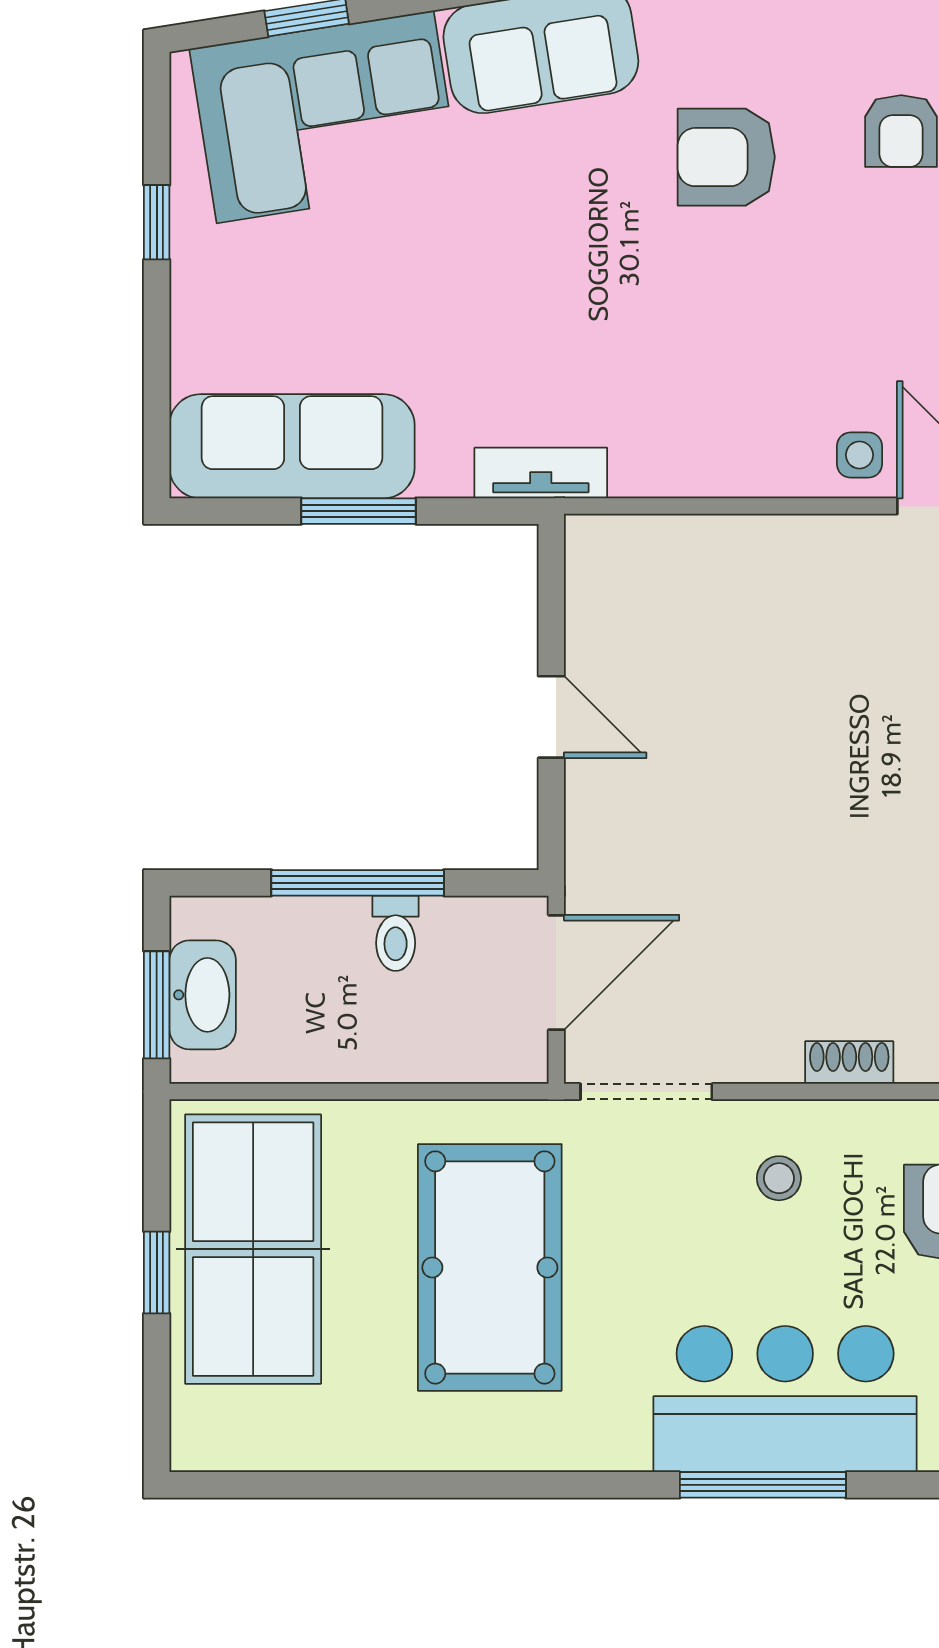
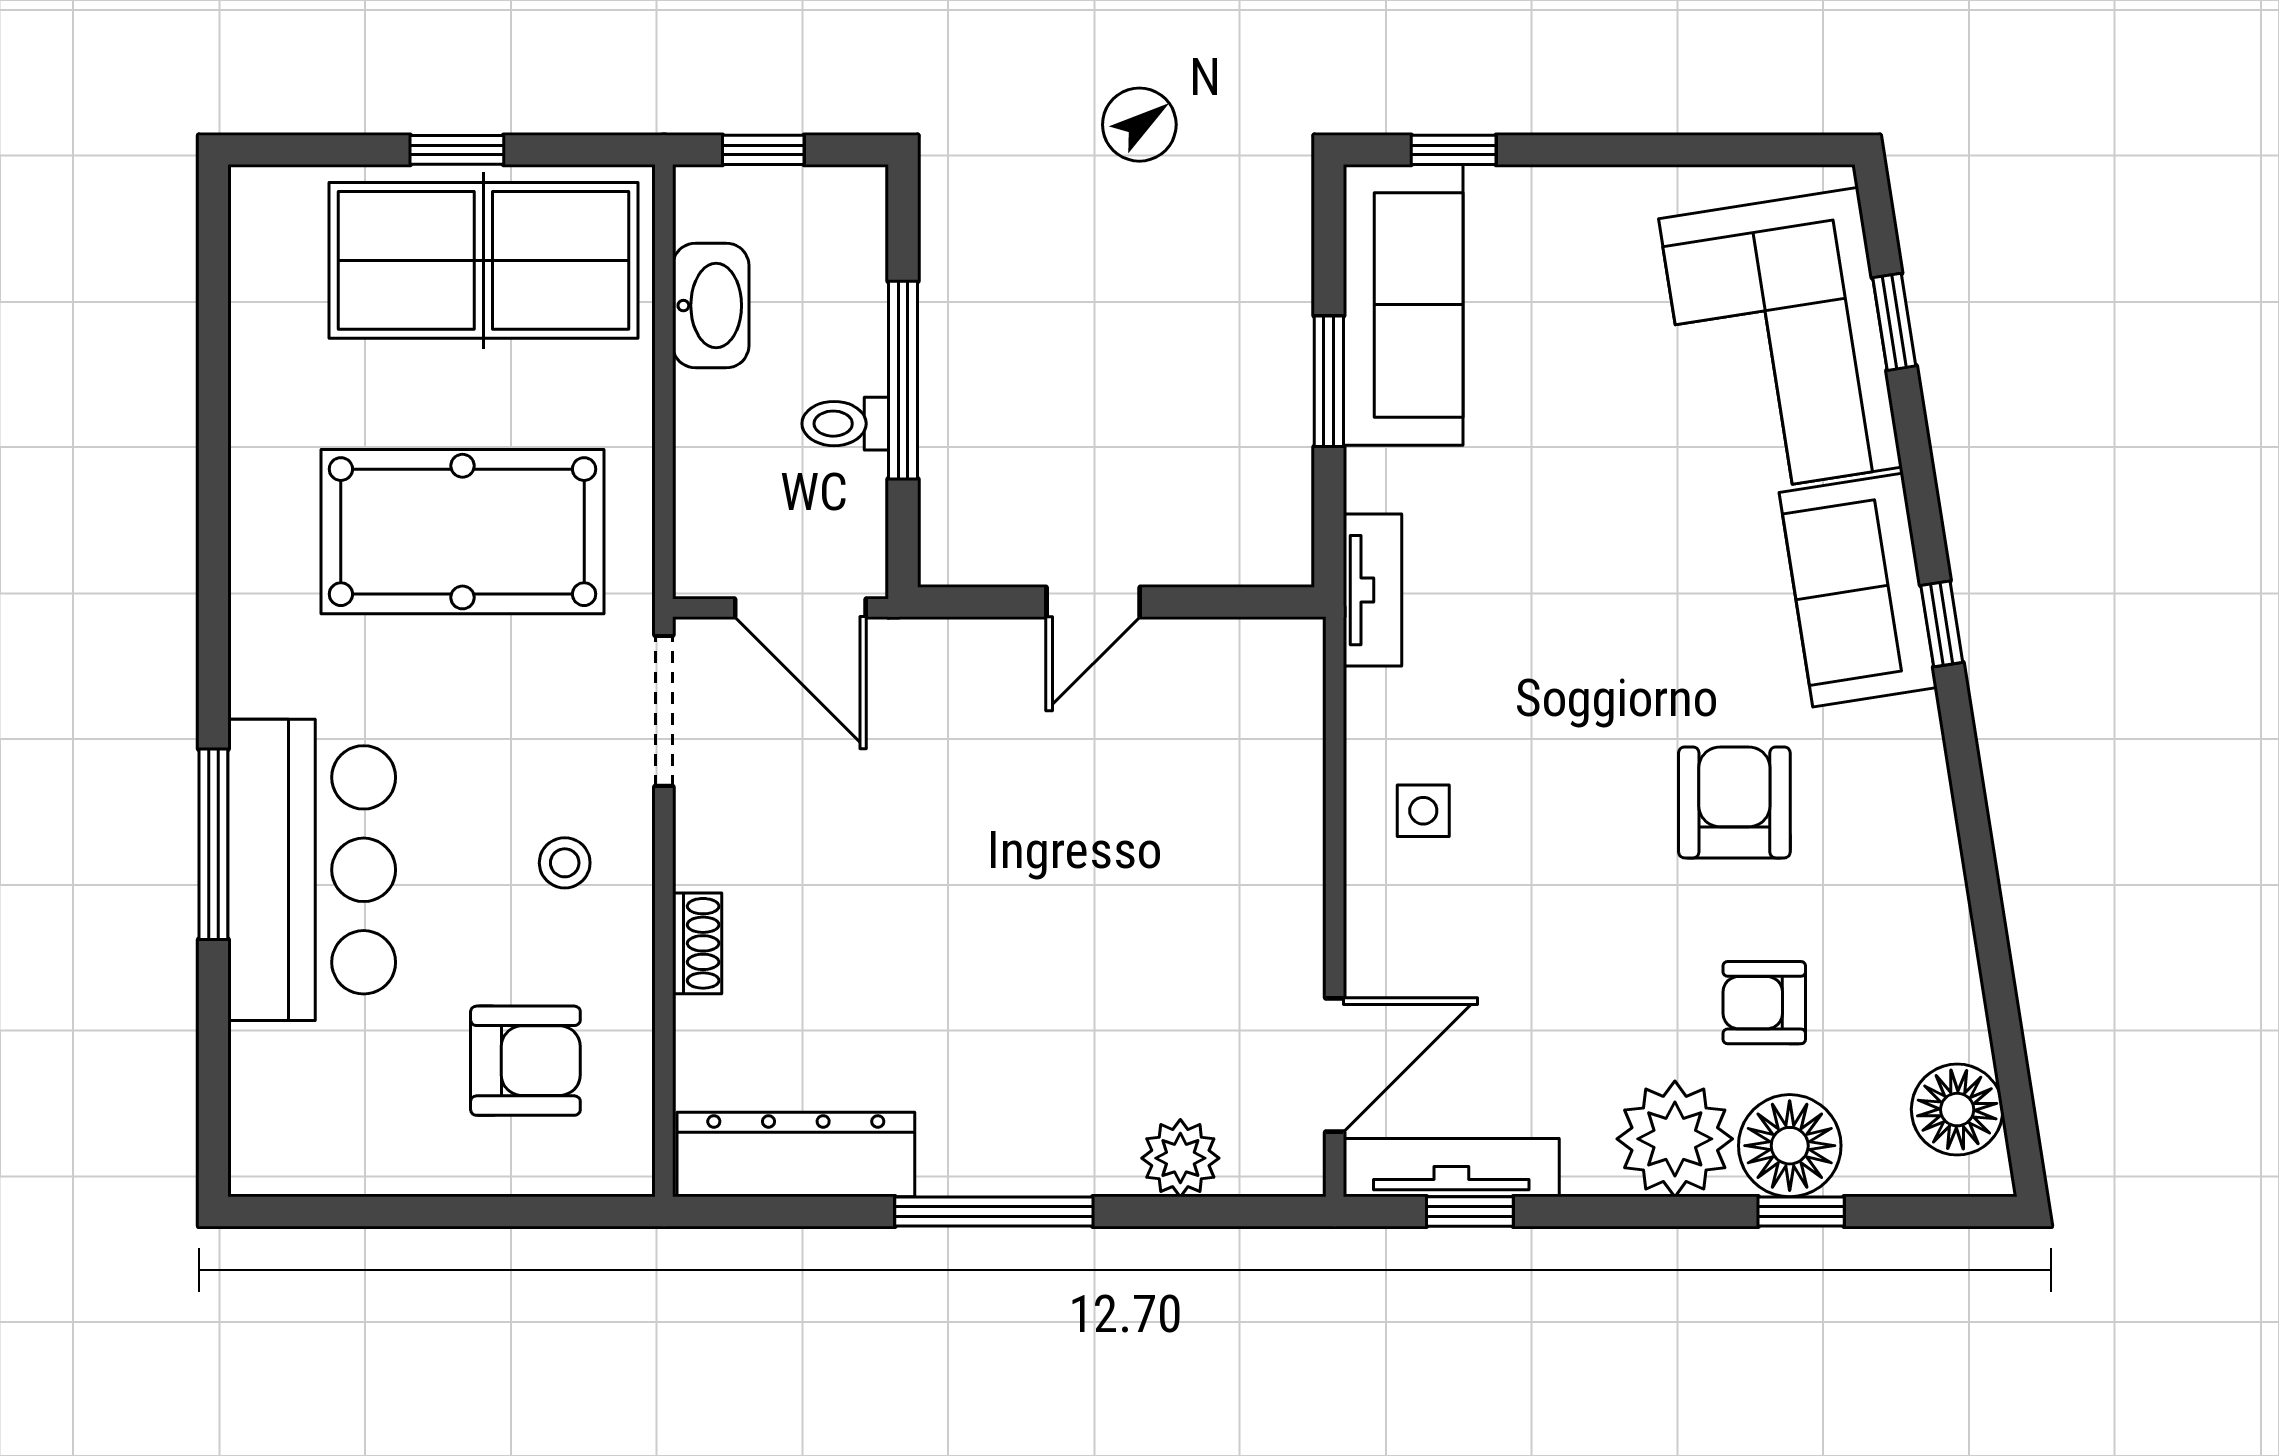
window: (157, 222) -> (1454, 150), moved
side table: (859, 455) -> (1423, 811), moved
washbasin: (203, 995) -> (711, 306), moved, turned -90
window: (157, 1005) -> (763, 150), width x0.67

